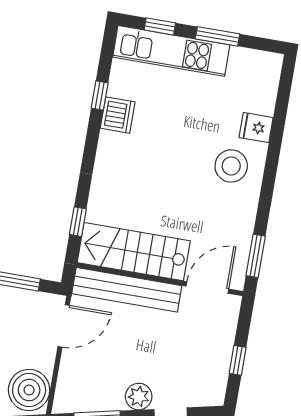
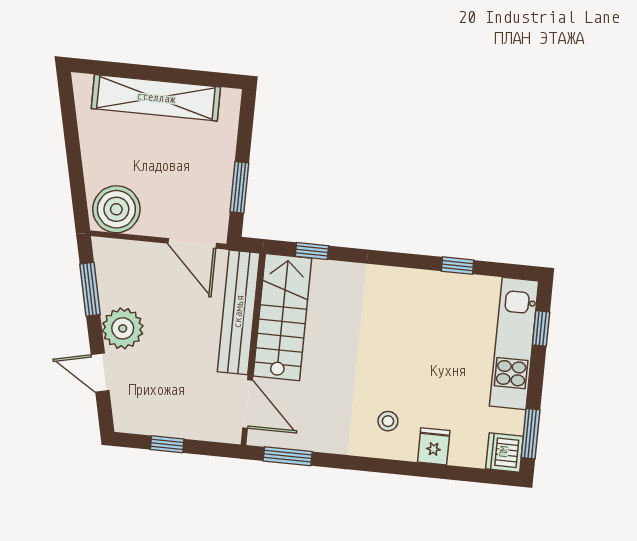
window: (218, 36) -> (531, 434), moved
dishwasher: (118, 115) -> (504, 452), moved, turned 90
stool: (231, 166) -> (388, 421), width x0.53, depth x0.53
plant: (139, 397) -> (123, 328), width x1.36, depth x1.36

